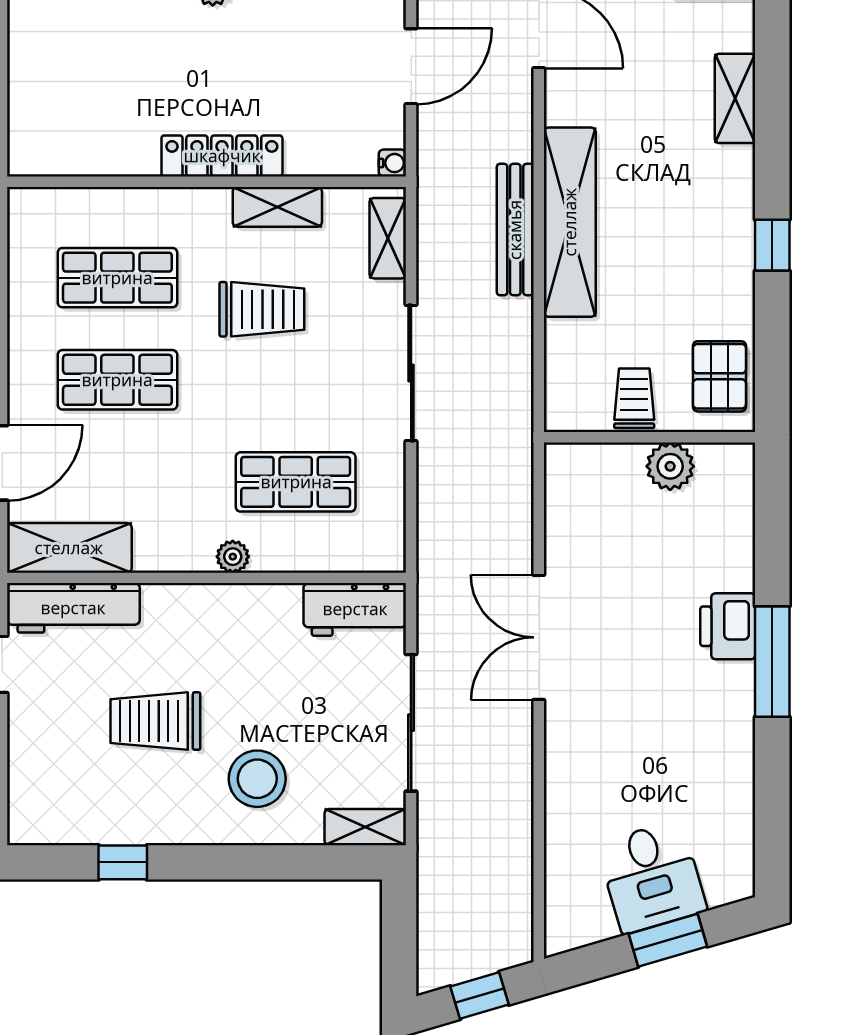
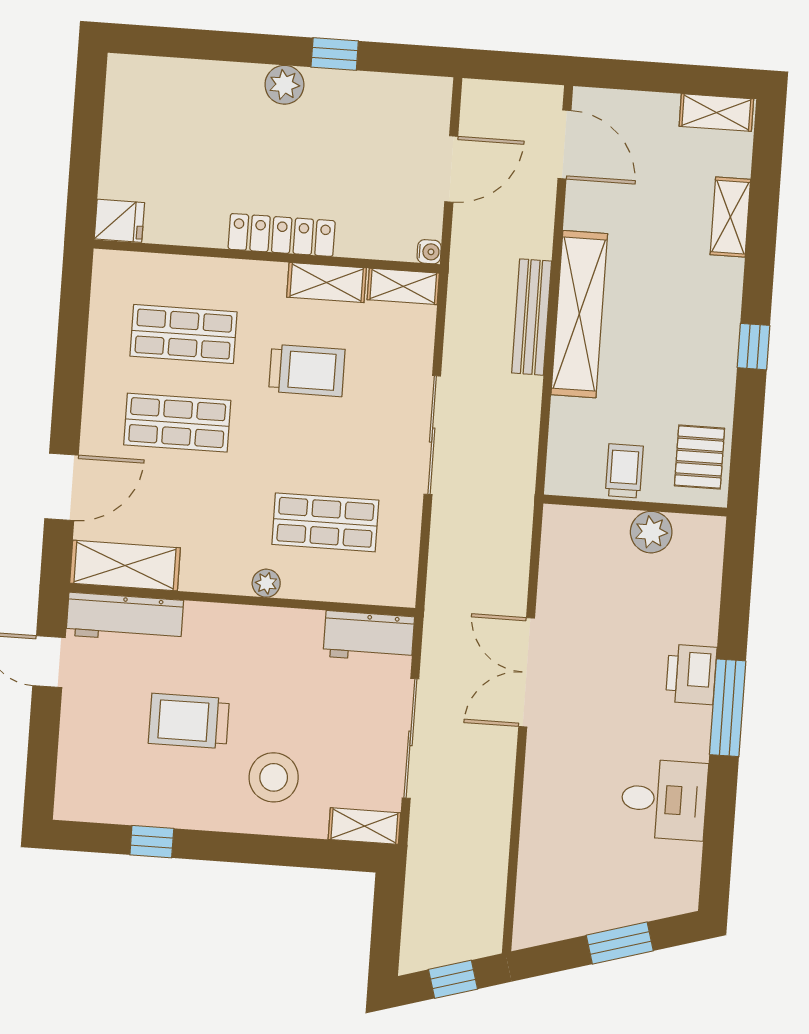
fridge: (35, 153) -> (119, 221), added
shelving: (388, 238) -> (403, 286), moved, turned 90
desk: (652, 877) -> (664, 800), moved, turned -74

